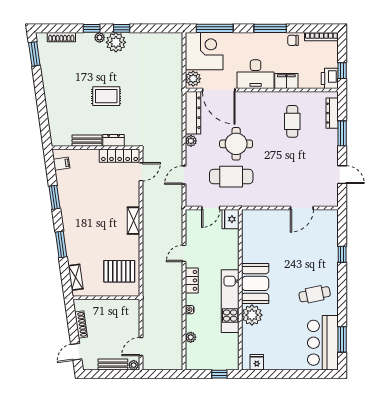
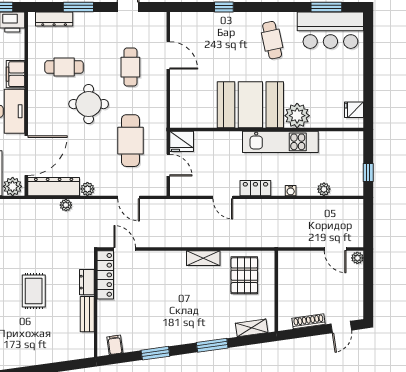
plant: (178, 123) -> (66, 205), added
round table: (236, 144) -> (89, 104), moved
cafe table: (292, 177) -> (130, 67), added
shelving: (134, 221) -> (203, 258), moved
booth: (255, 283) -> (250, 105), width x1.36, depth x1.42
door: (76, 352) -> (341, 327), hinge flipped
bench: (113, 365) -> (357, 283), removed
window: (219, 374) -> (368, 173), moved

